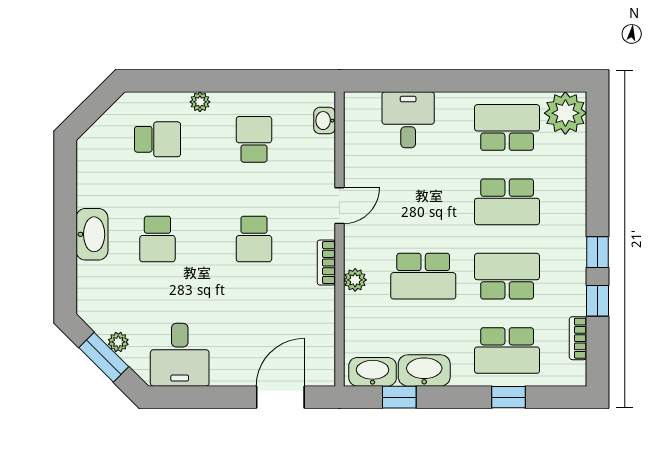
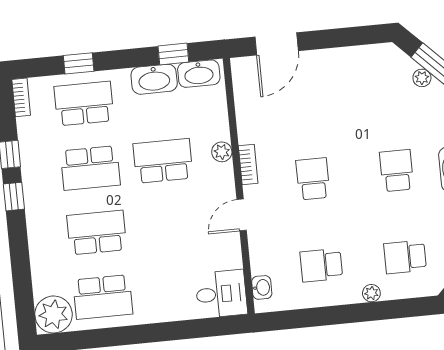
desk: (408, 120) -> (221, 294), moved, turned -90
school desk: (254, 139) -> (321, 265), turned 90
bookcase: (578, 338) -> (21, 97), moved
desk: (180, 355) -> (368, 72), removed

